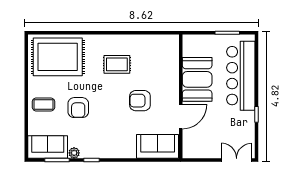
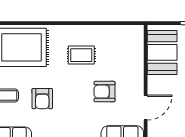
booth: (197, 79) -> (162, 52), moved

